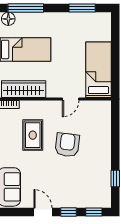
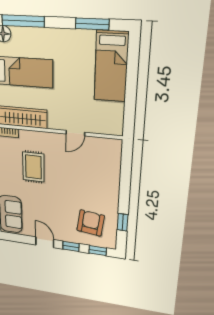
bed: (99, 70) -> (111, 66), moved, turned 180
armchair: (67, 145) -> (91, 223), moved

